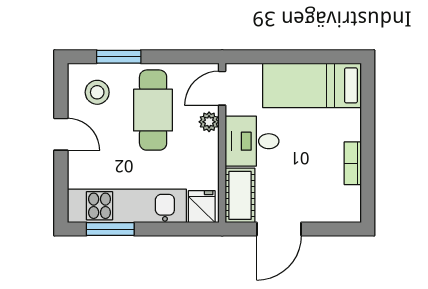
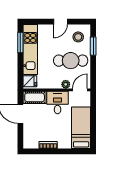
door: (222, 88) -> (80, 90), hinge flipped

